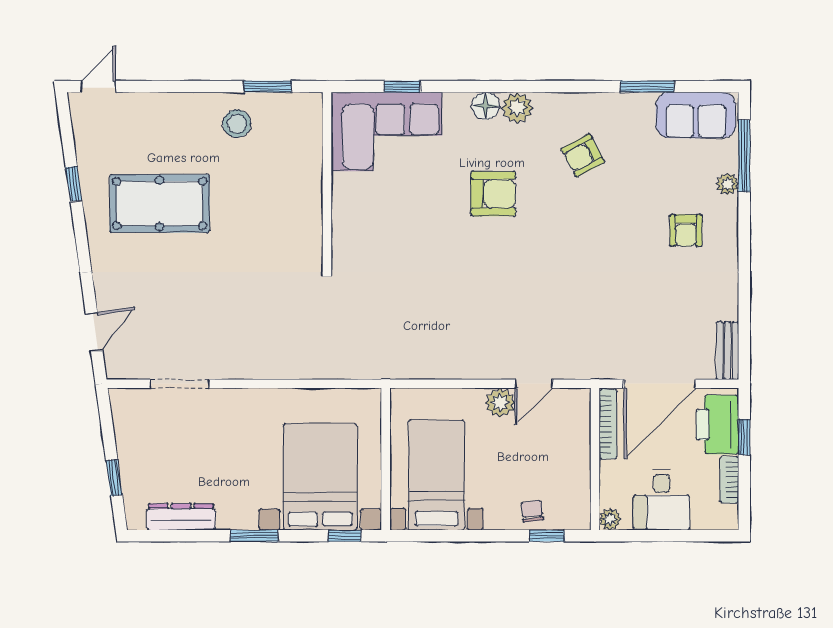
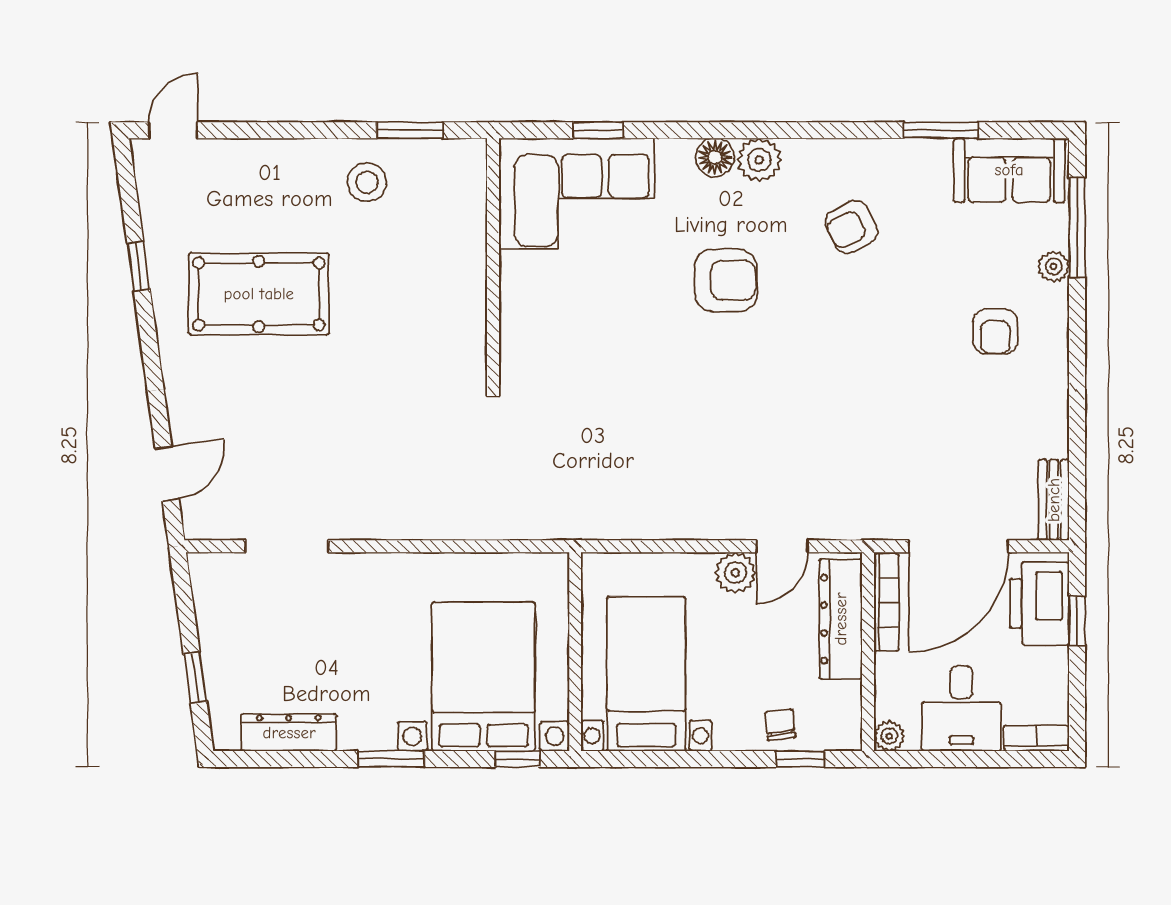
dresser: (575, 436) -> (841, 619), added
bookcase: (729, 480) -> (1037, 738), moved, turned 90

